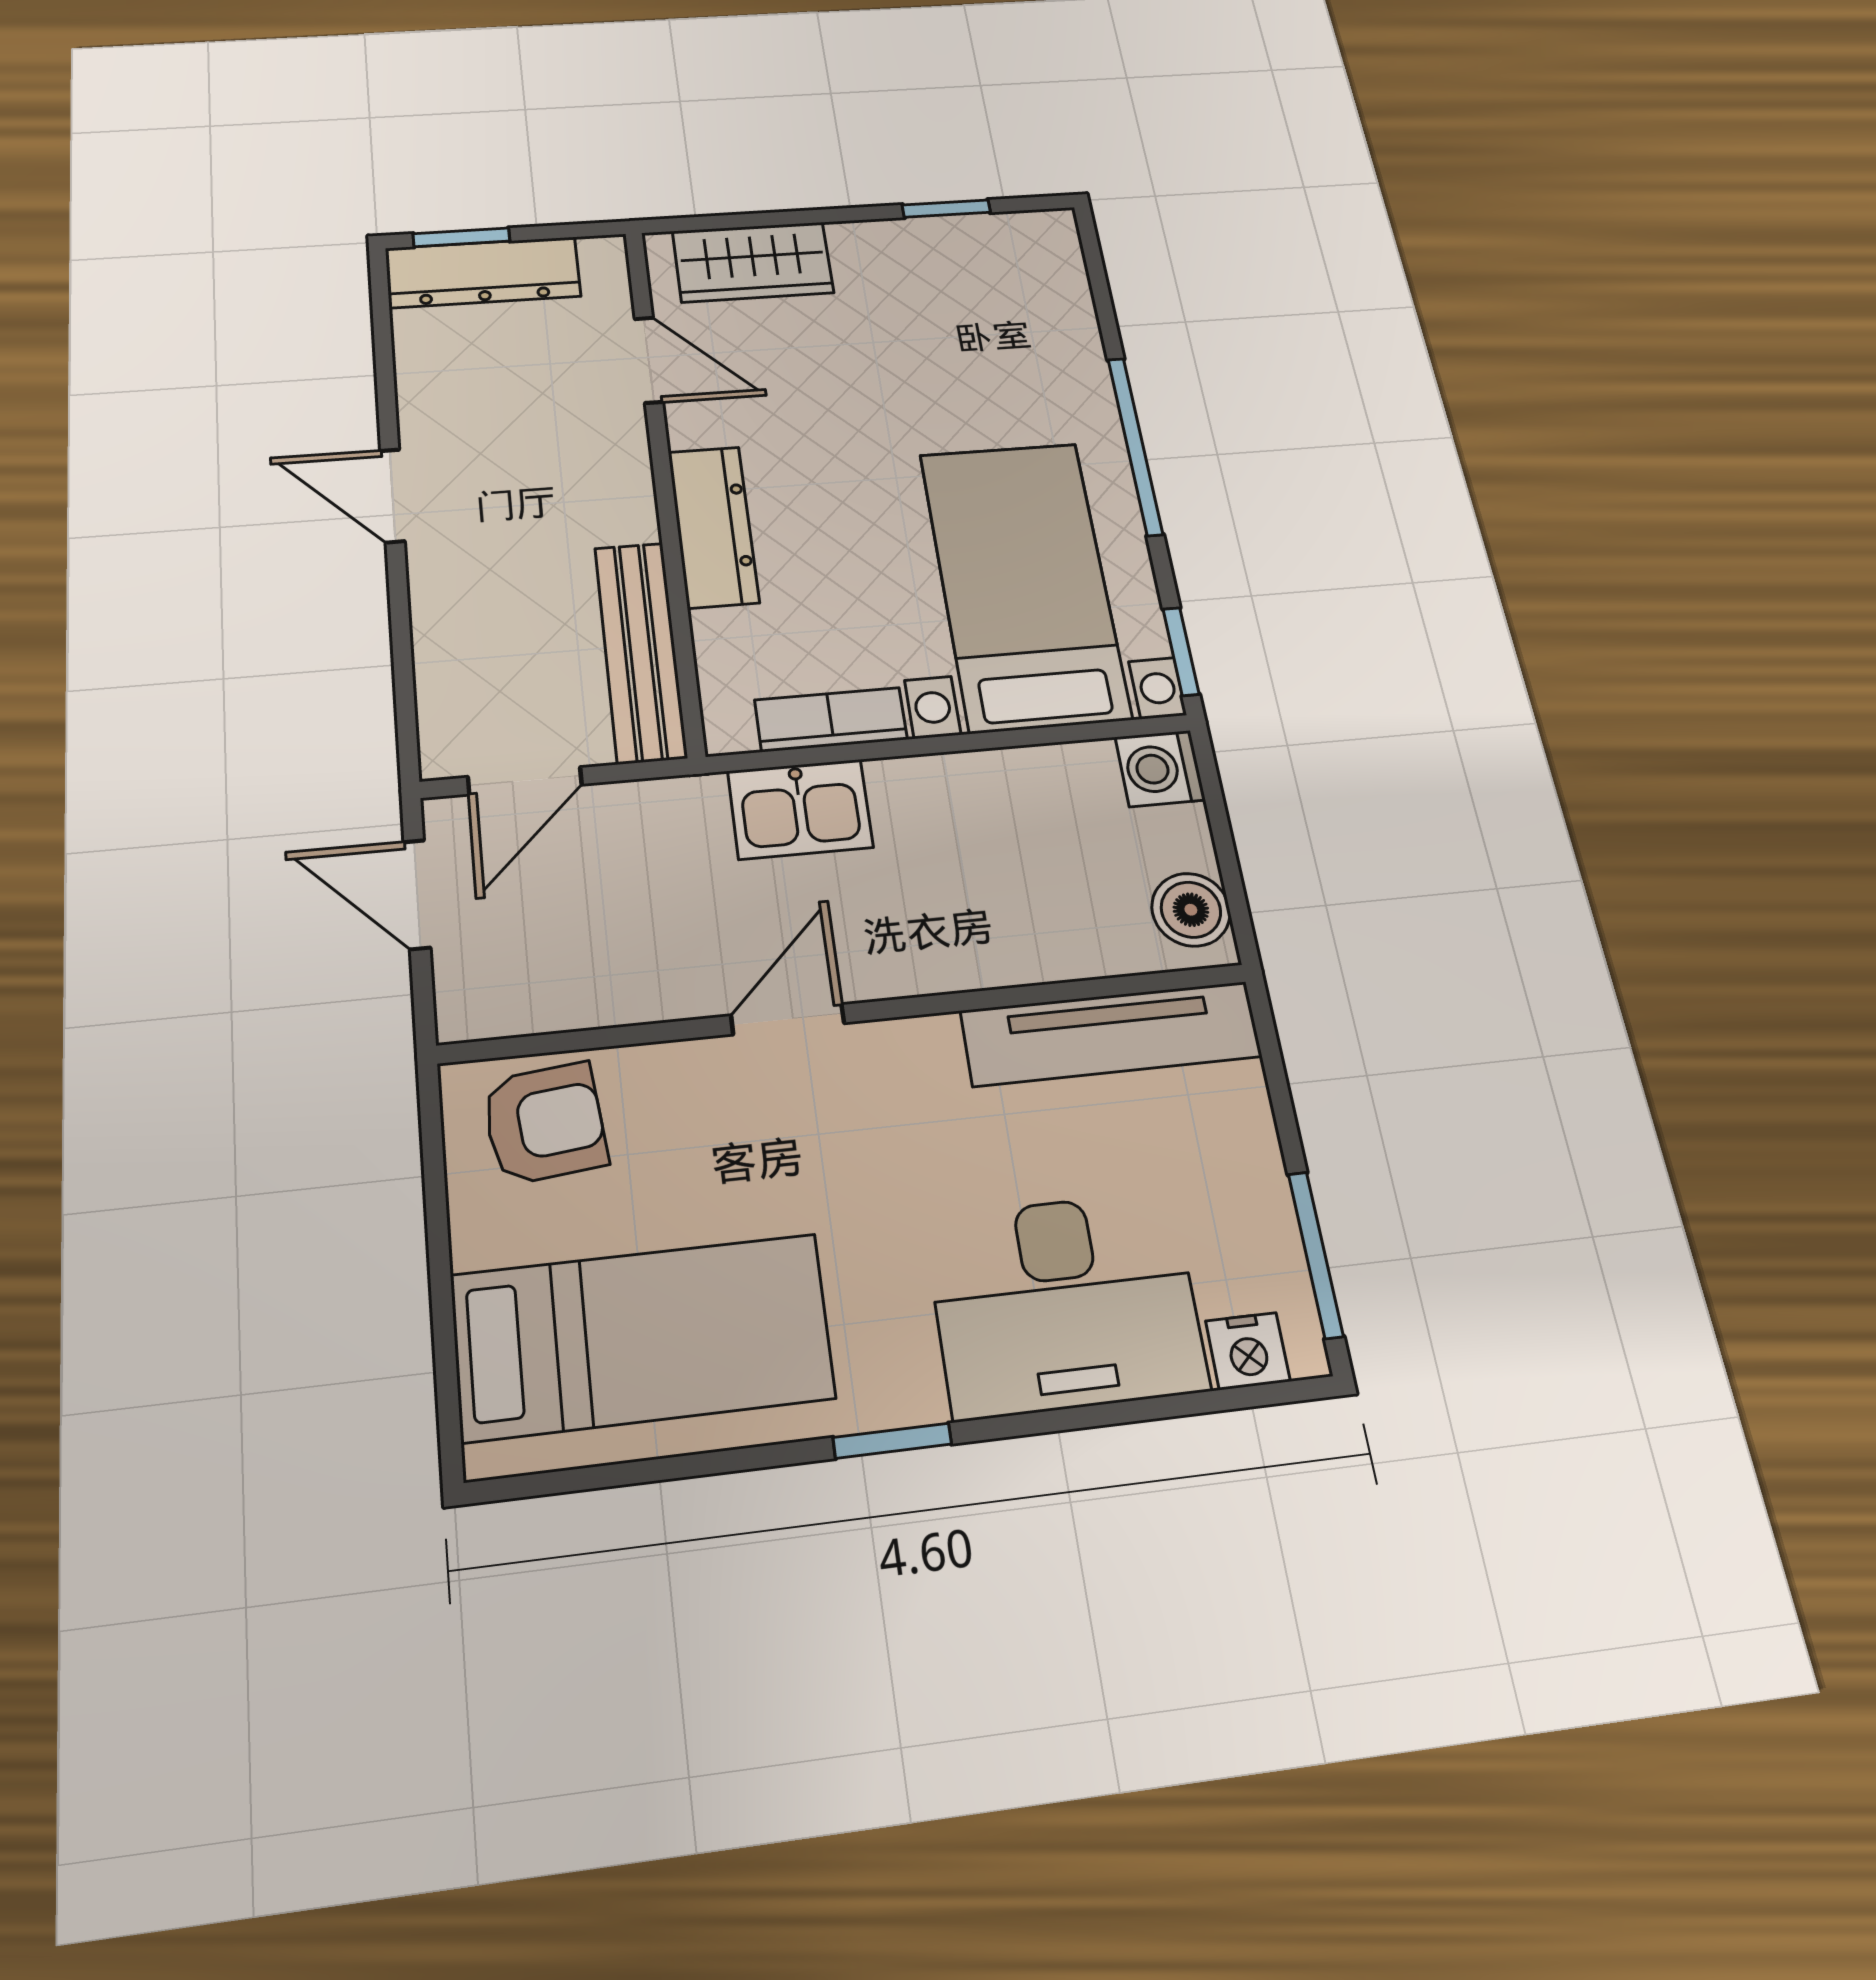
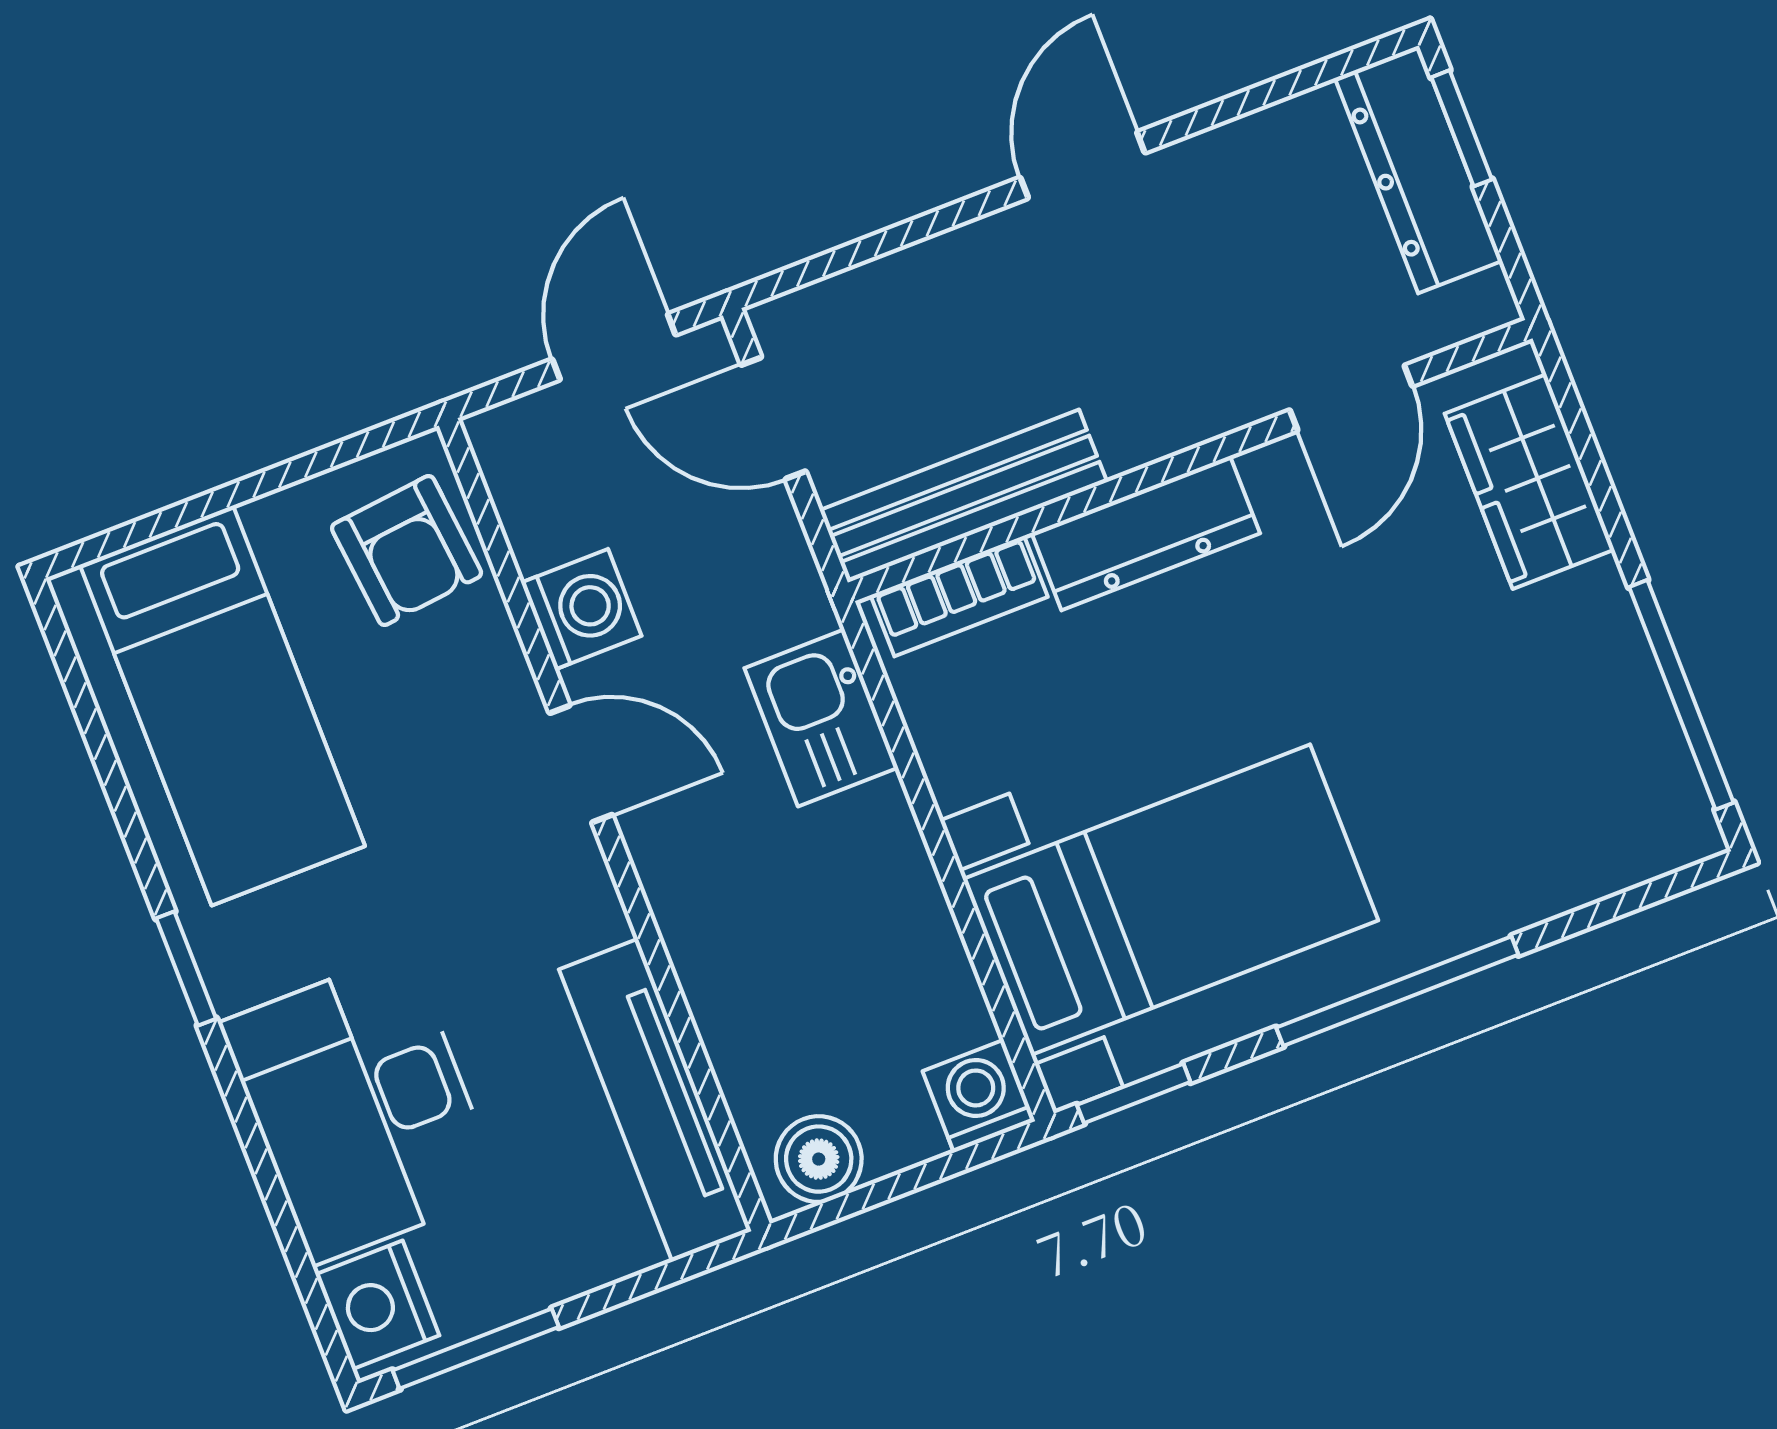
window: (946, 209) -> (1681, 695), width x2.17
bookcase: (831, 720) -> (959, 596), moved, turned 90
washing machine: (646, 983) -> (581, 609), added
nightstand: (1248, 1351) -> (377, 1305), width x1.39, depth x1.35

